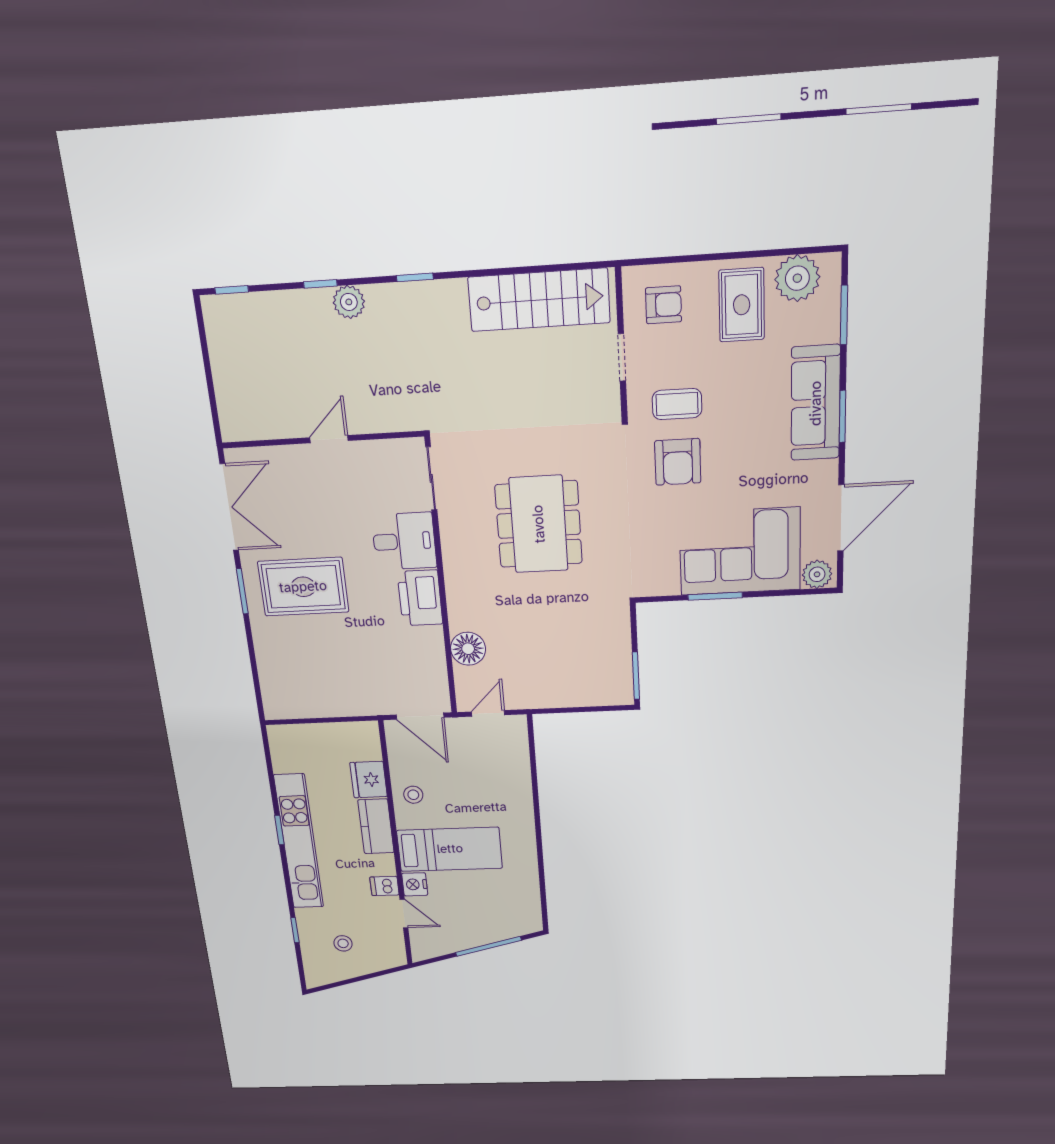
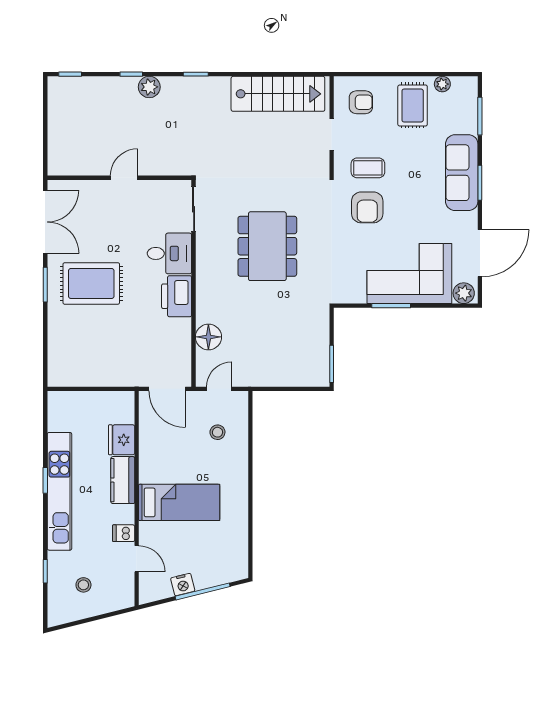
plant: (797, 278) -> (442, 84), width x0.53, depth x0.53
stool: (413, 795) -> (217, 432), moved
nightstand: (415, 884) -> (183, 585), moved, turned -104

